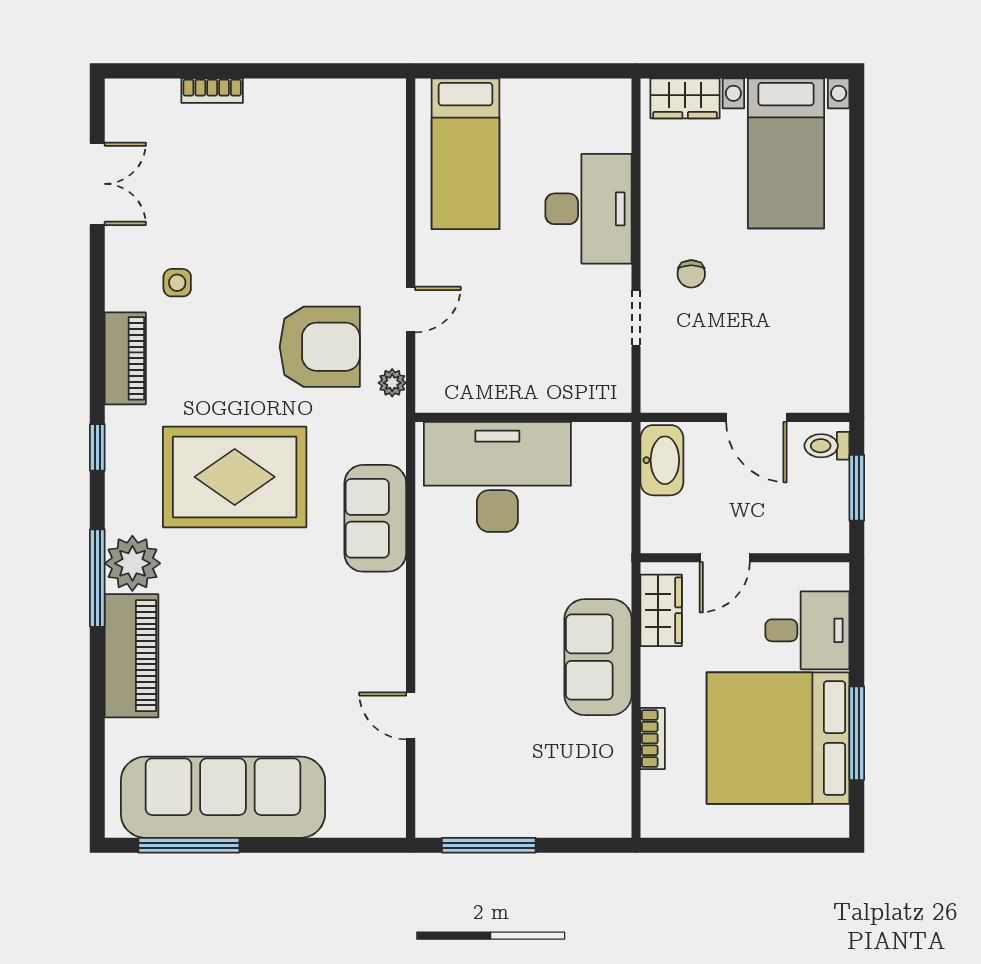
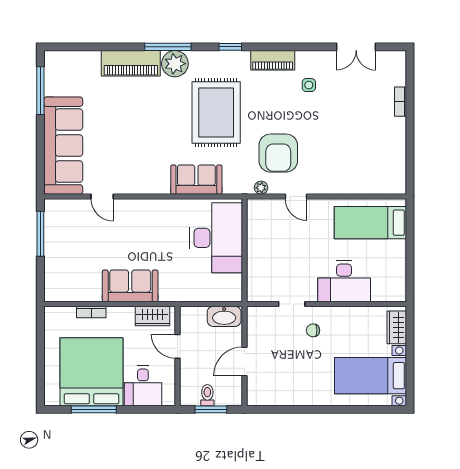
toilet: (827, 446) -> (207, 395), moved
door: (411, 716) -> (102, 196), swing flipped
sofa: (223, 797) -> (63, 146), moved

